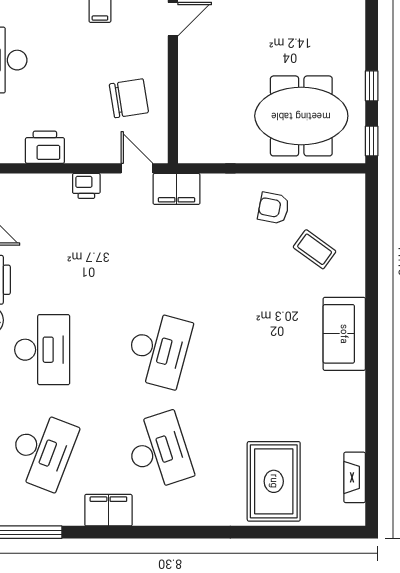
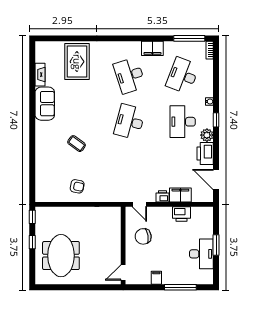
meeting table: (301, 116) -> (61, 256), moved, turned 90
filing cabinet: (177, 189) -> (180, 195), moved
coffee table: (315, 249) -> (77, 144), moved
sofa: (344, 334) -> (45, 104), moved
fireplace: (355, 477) -> (40, 75), moved

